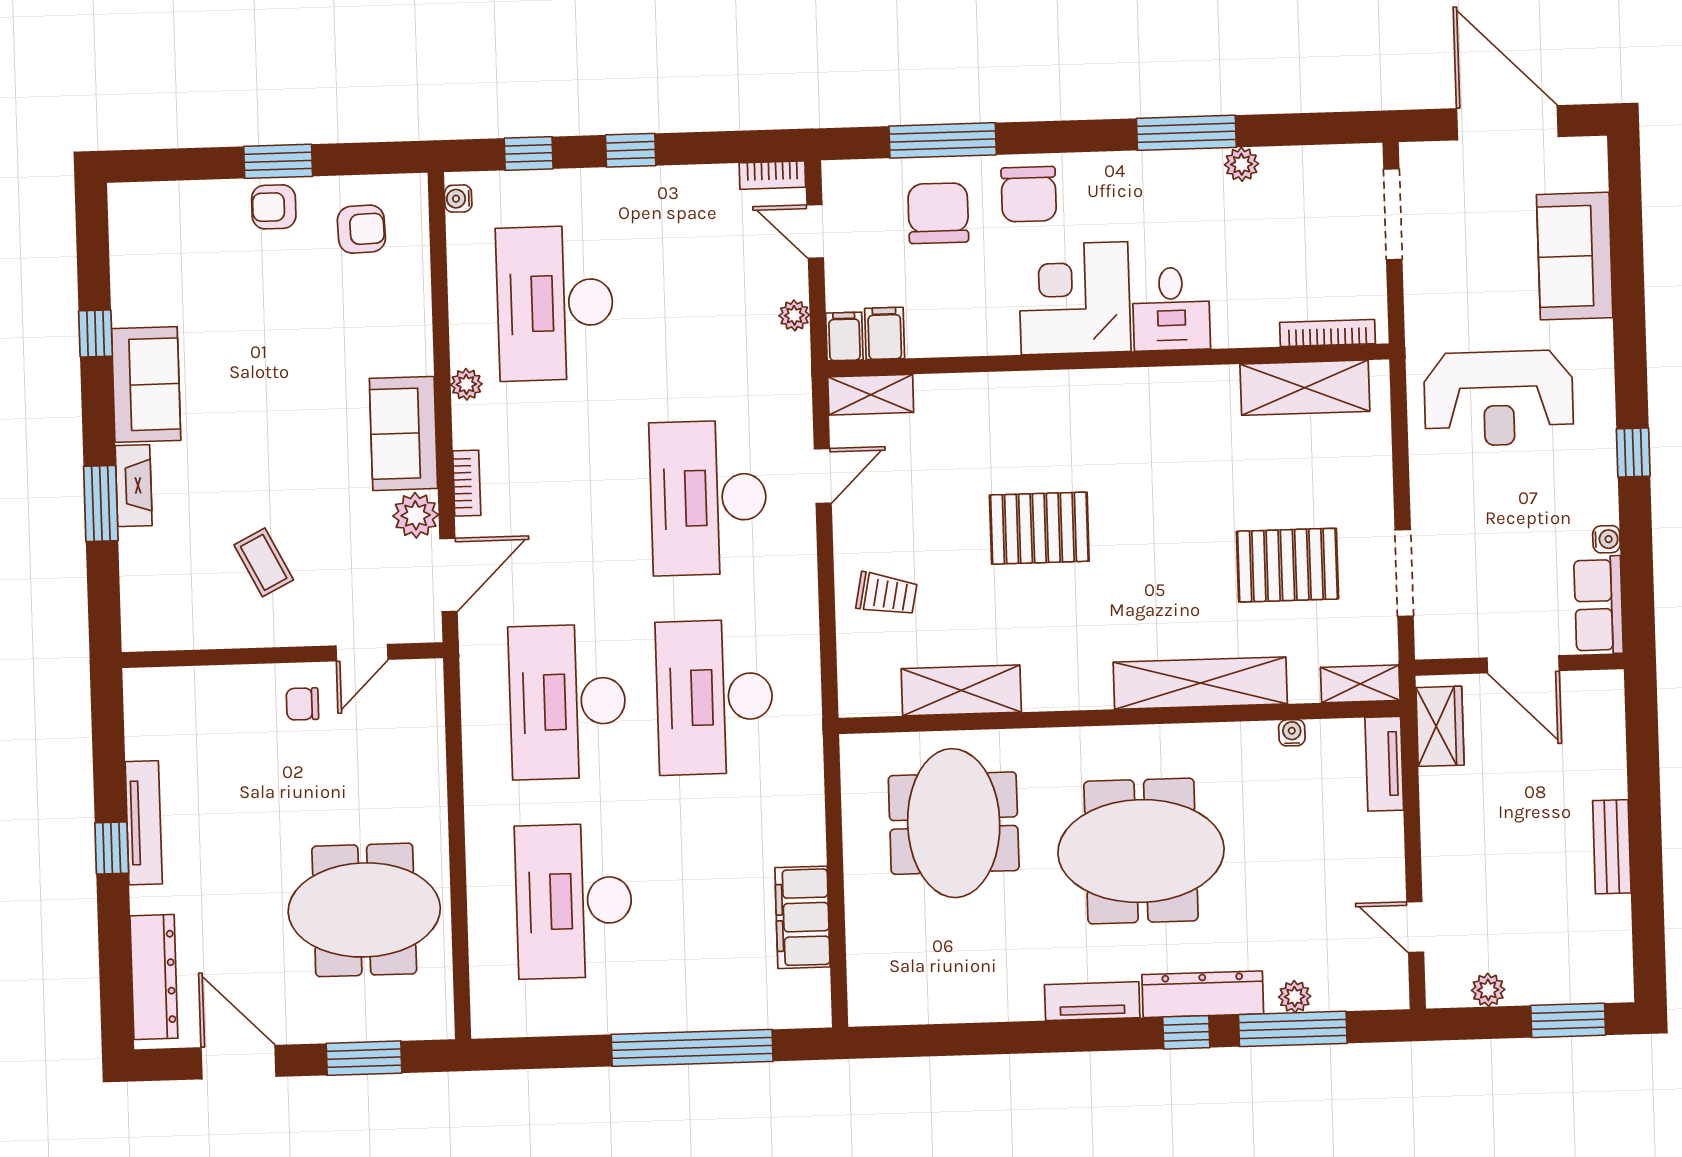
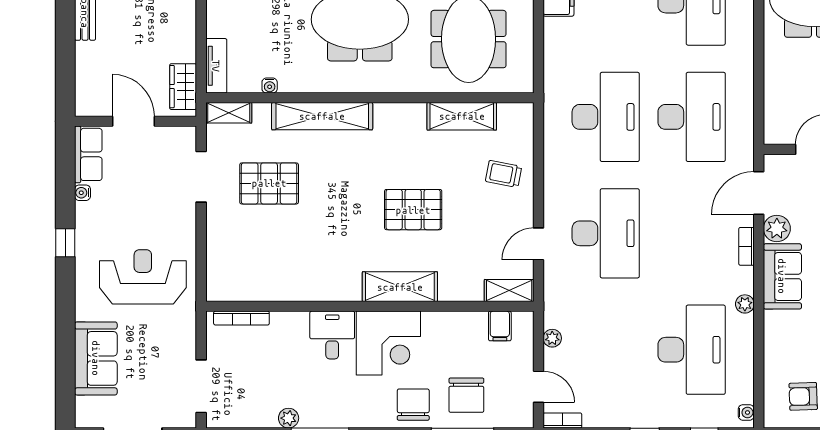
filing cabinet: (844, 337) -> (523, 325), removed
shelving: (1305, 388) -> (400, 287), moved

